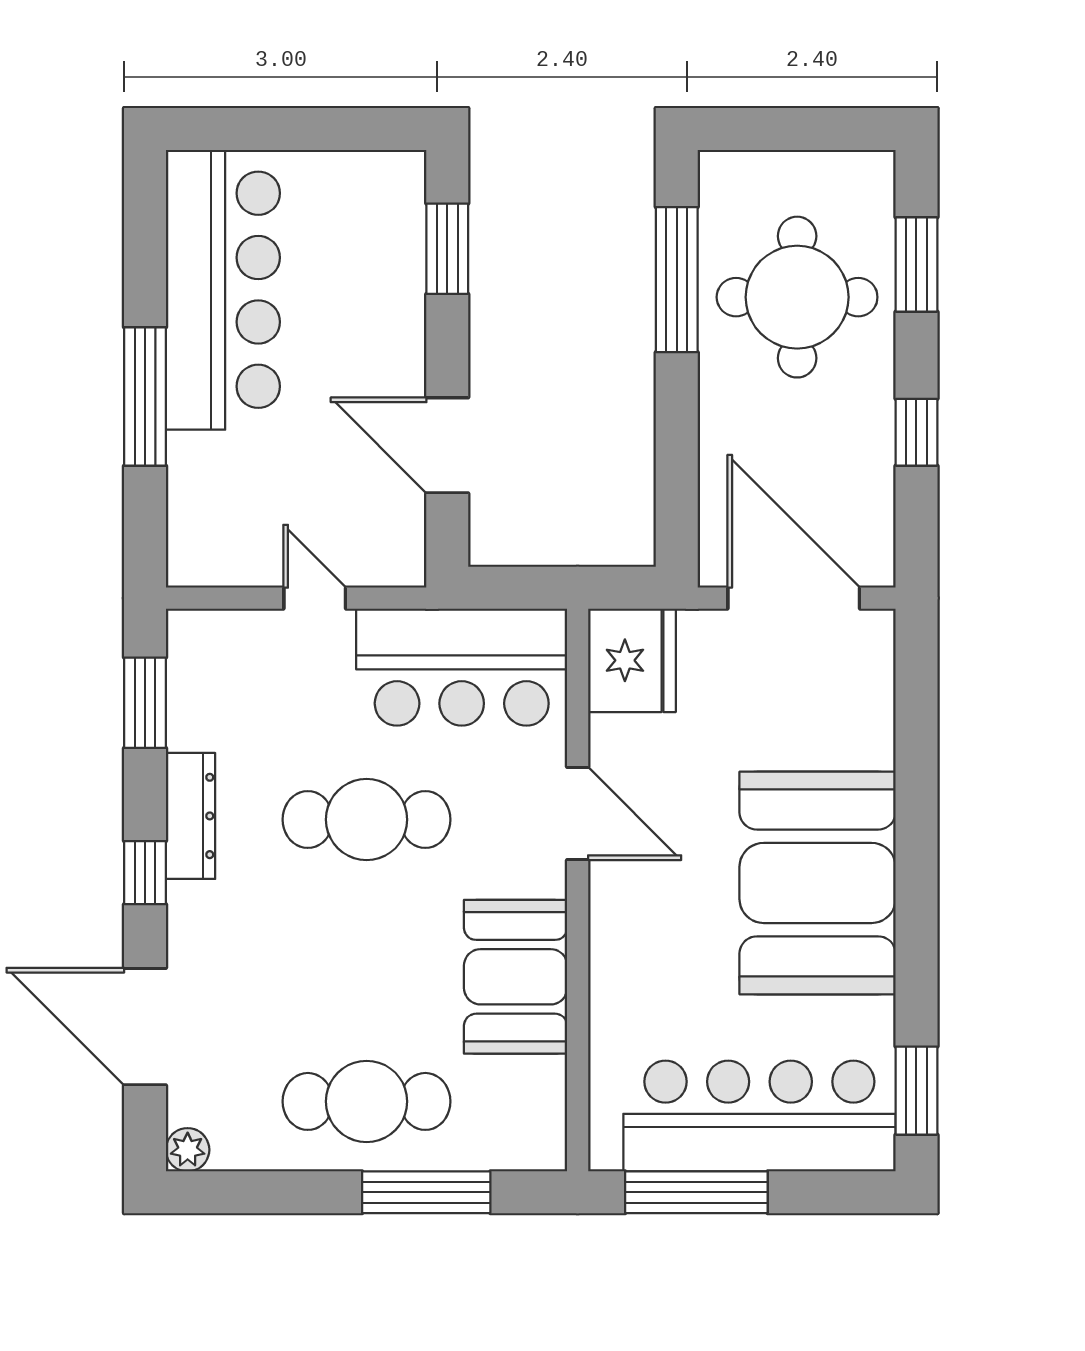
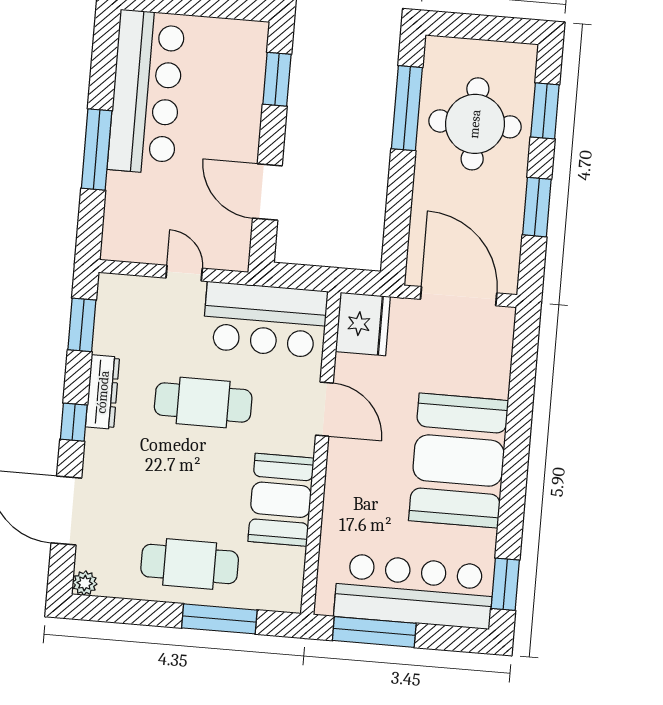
window: (916, 432) -> (537, 207), width x1.50

